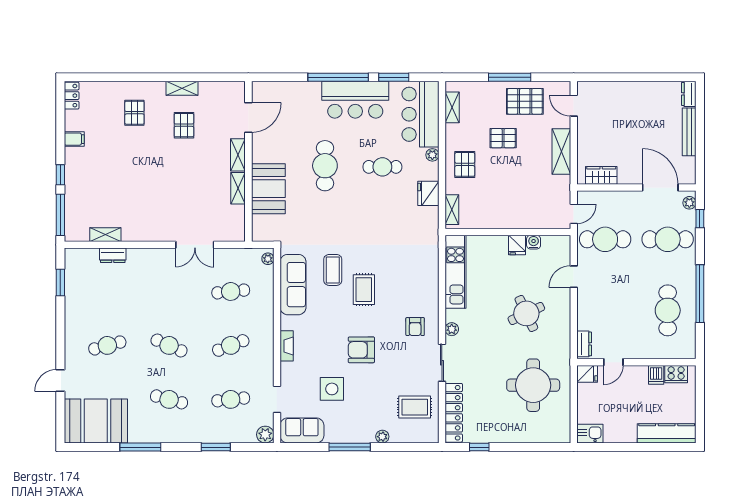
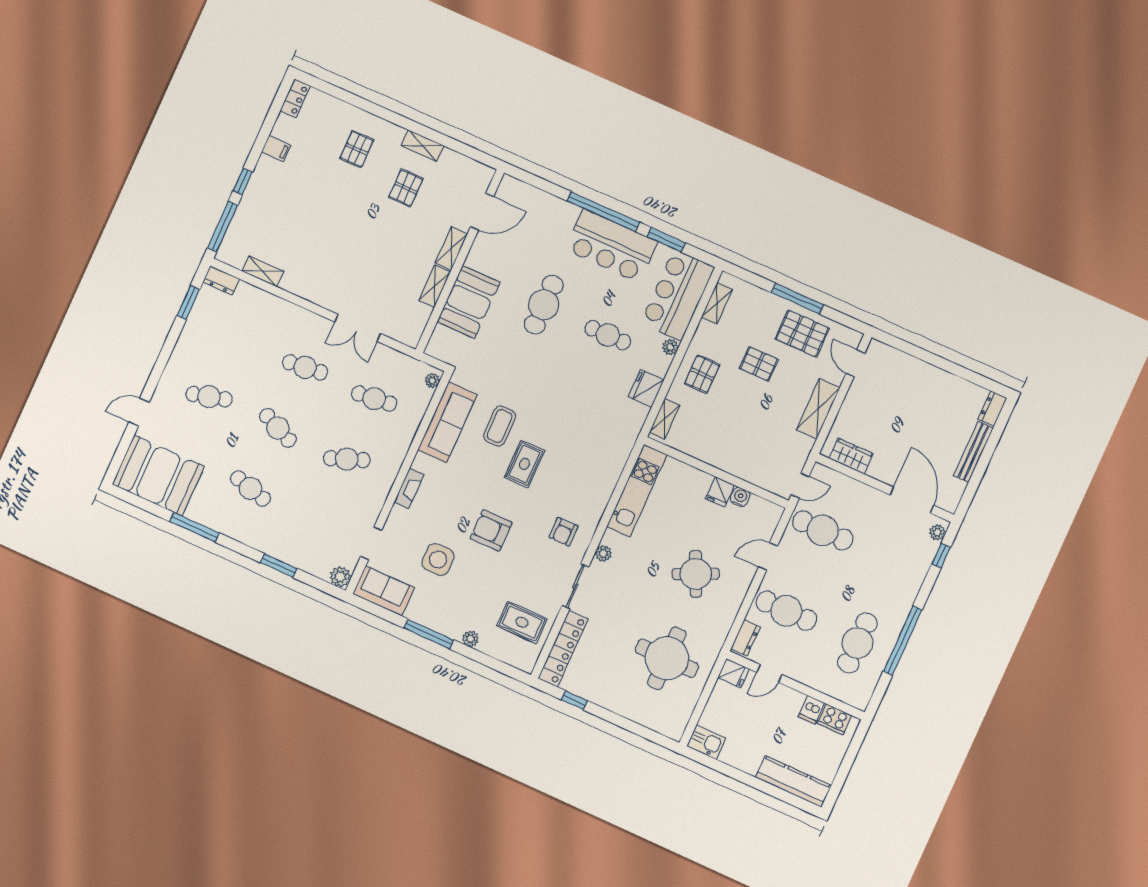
cafe table: (668, 239) -> (786, 611), moved
dresser: (113, 255) -> (221, 280), moved
cafe table: (231, 399) -> (305, 367), moved

